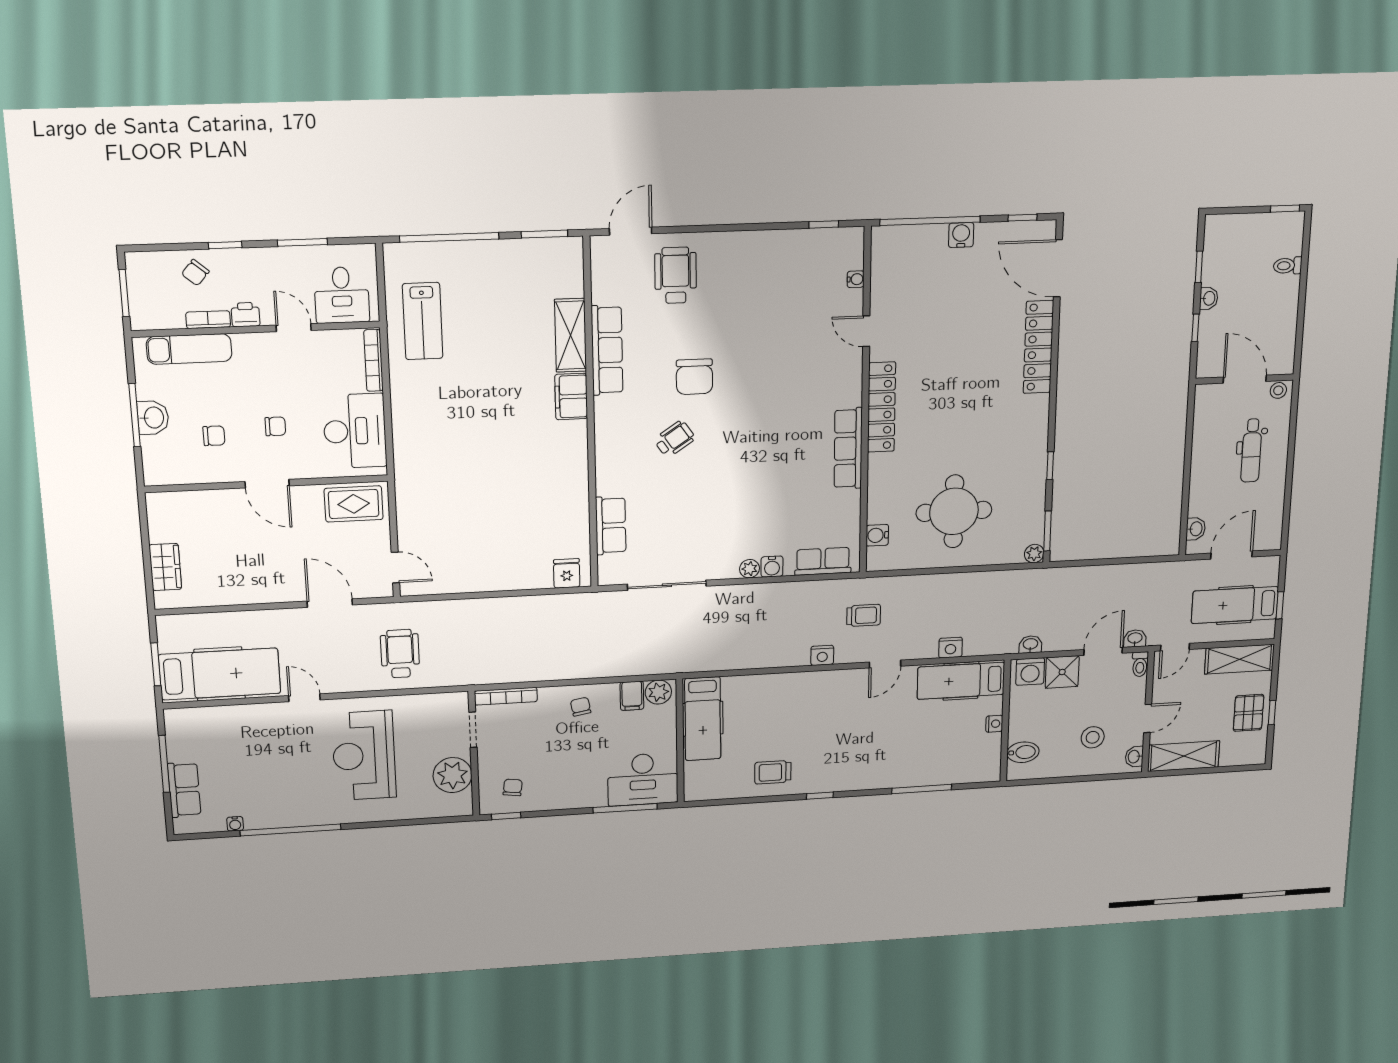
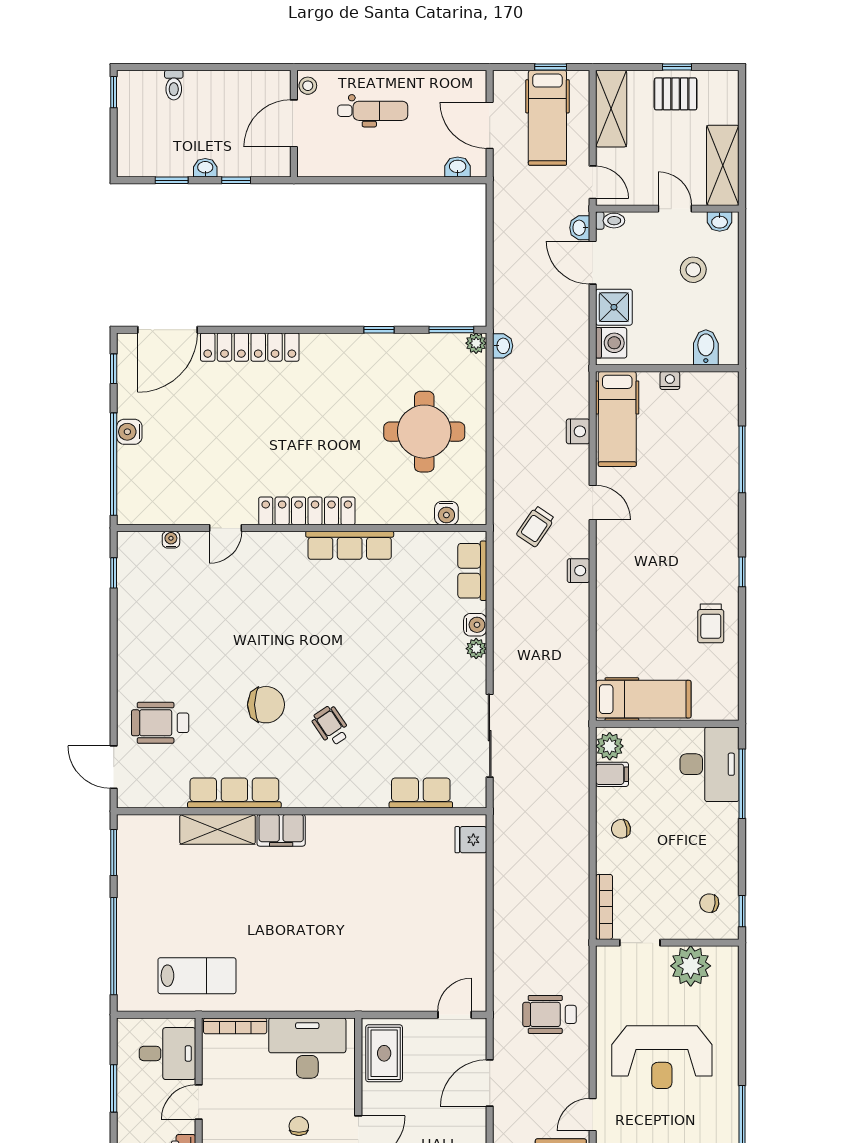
trolley: (864, 615) -> (536, 526), turned -146
washbasin: (1030, 644) -> (503, 346), moved, turned 180

